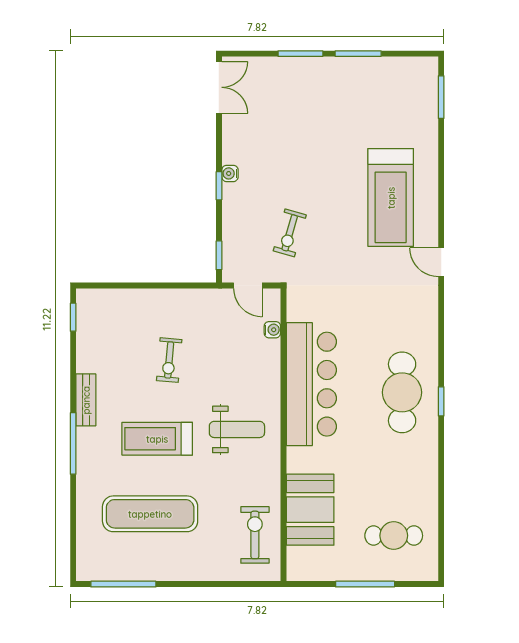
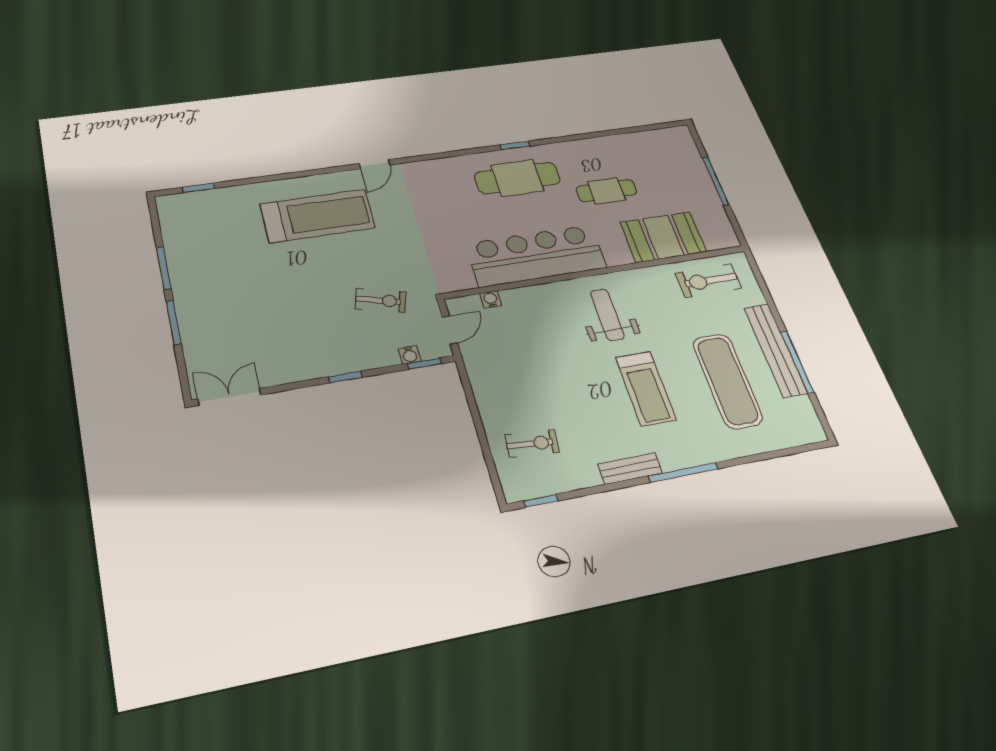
window: (441, 97) -> (198, 188), width x0.67
water cooler: (230, 173) -> (410, 355), moved
exercise bike: (169, 360) -> (532, 444), moved
cafe table: (394, 536) -> (606, 191), moved, turned 90
bench: (172, 569) -> (776, 350), added
window: (123, 584) -> (797, 362), moved

